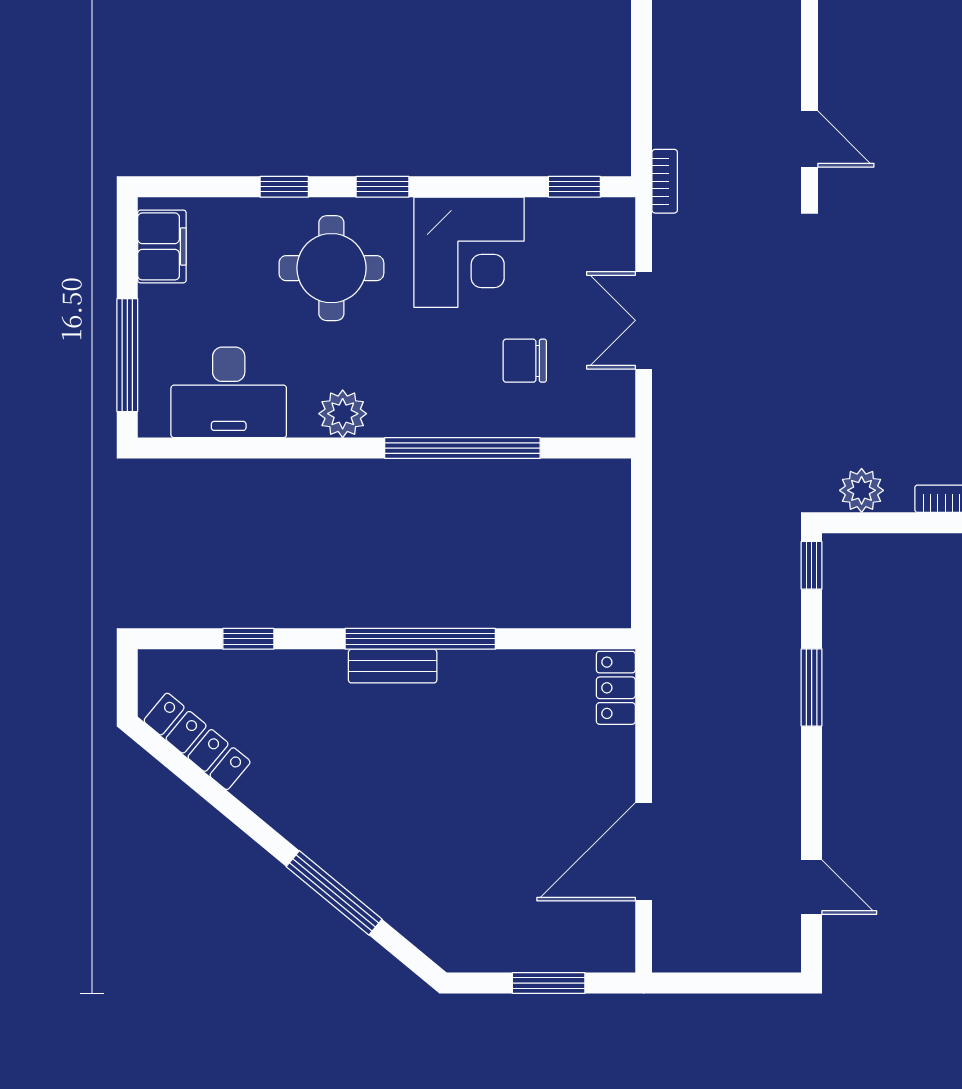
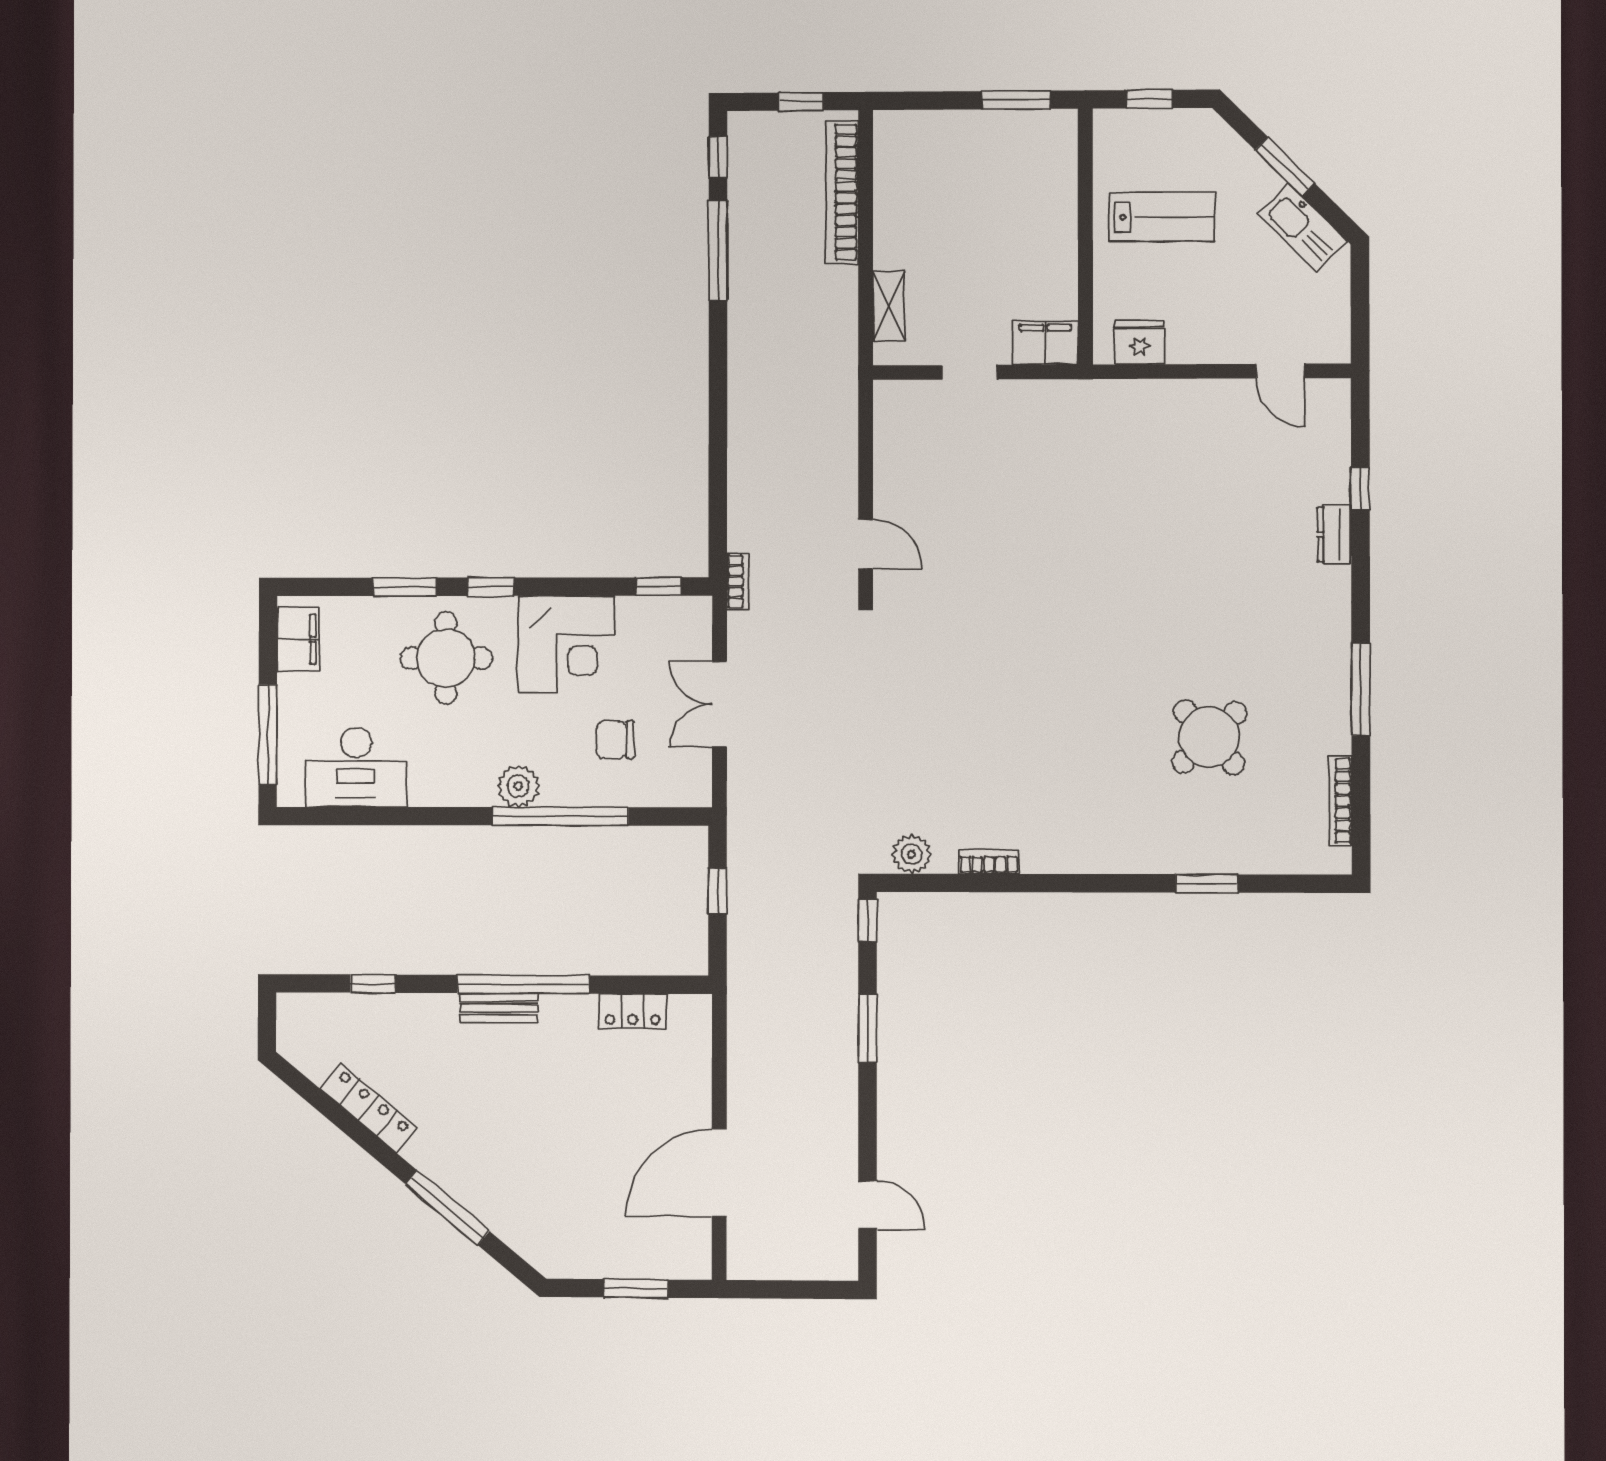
window: (284, 187) -> (405, 587), width x1.50
plant: (343, 414) -> (518, 786), moved
window: (642, 533) -> (718, 891), added
locker: (616, 688) -> (633, 1011), moved, turned -90
locker: (197, 741) -> (369, 1108), moved

